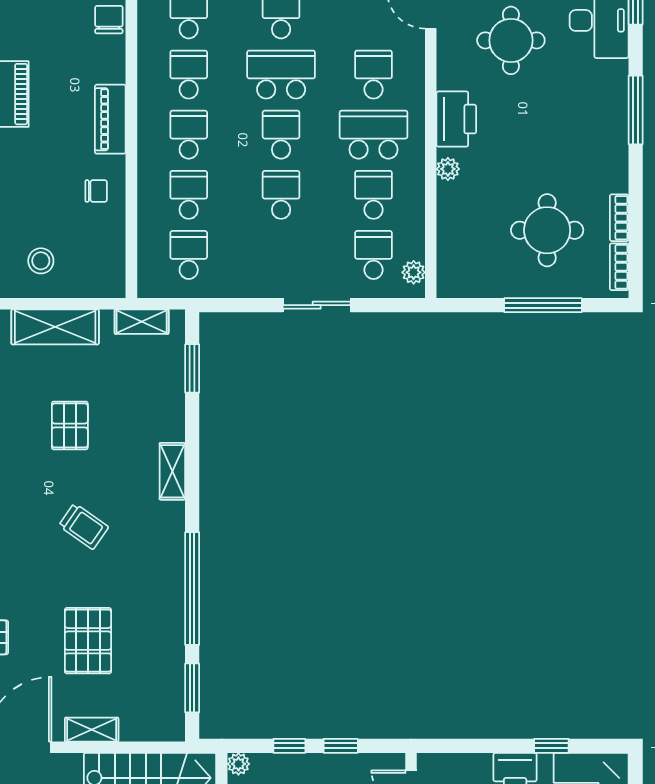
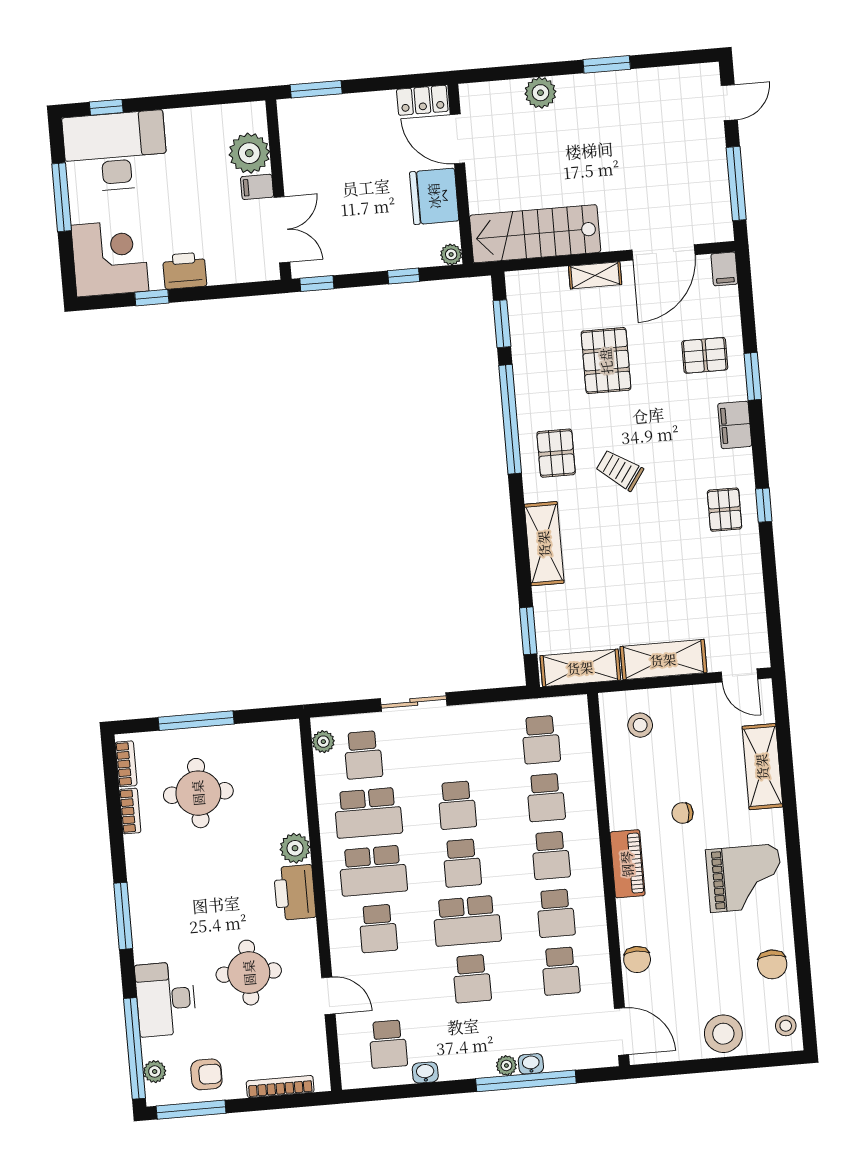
plant: (448, 169) -> (295, 848), width x1.38, depth x1.38
chair: (96, 191) -> (682, 813), moved
school desk: (373, 195) -> (368, 813), width x1.85
stool: (41, 261) -> (640, 725), moved
shelving: (142, 322) -> (580, 668), width x1.50, depth x1.33
pallet: (70, 425) -> (556, 453), moved
shelving: (172, 471) -> (544, 544), width x1.50, depth x1.33
window: (341, 746) -> (317, 283), moved

